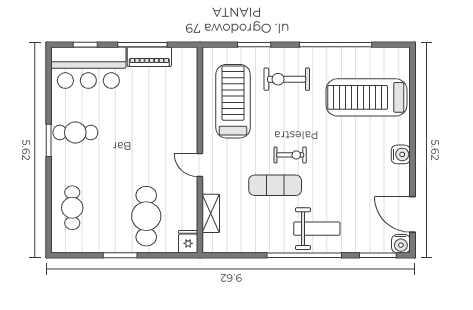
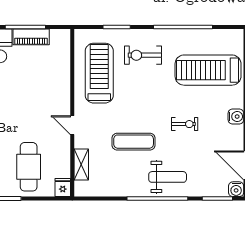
exercise bike: (290, 155) -> (185, 124), moved

